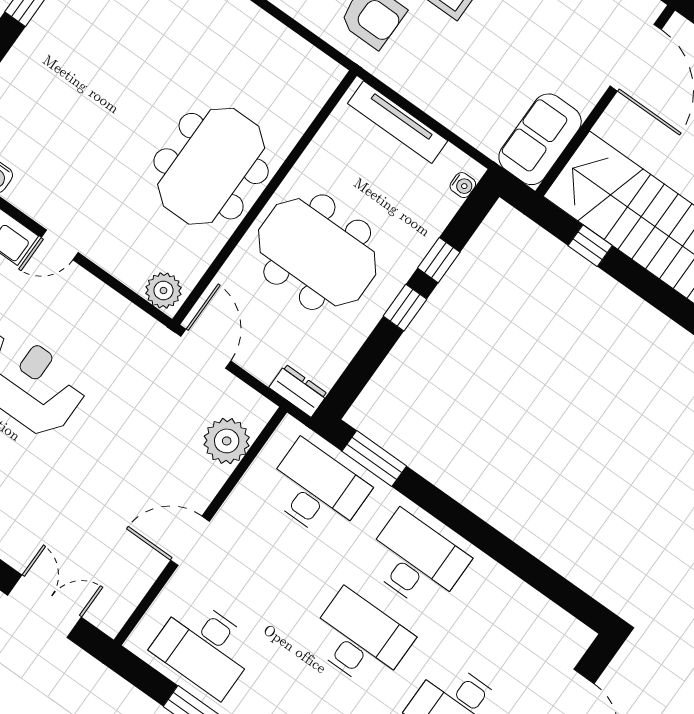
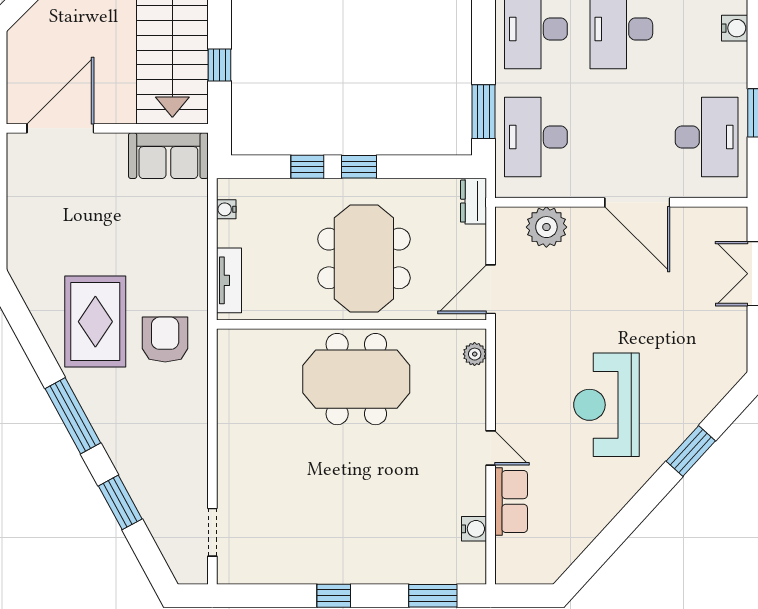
tv unit: (398, 122) -> (229, 280), width x0.71
water cooler: (463, 185) -> (226, 209), moved, turned -90
plant: (163, 291) -> (475, 354), width x0.73, depth x0.73
door: (190, 541) -> (637, 202), width x1.36

